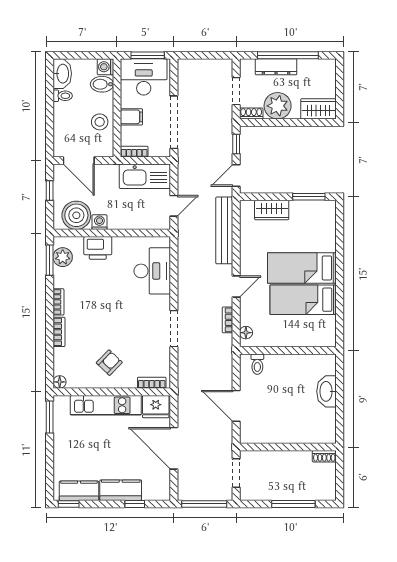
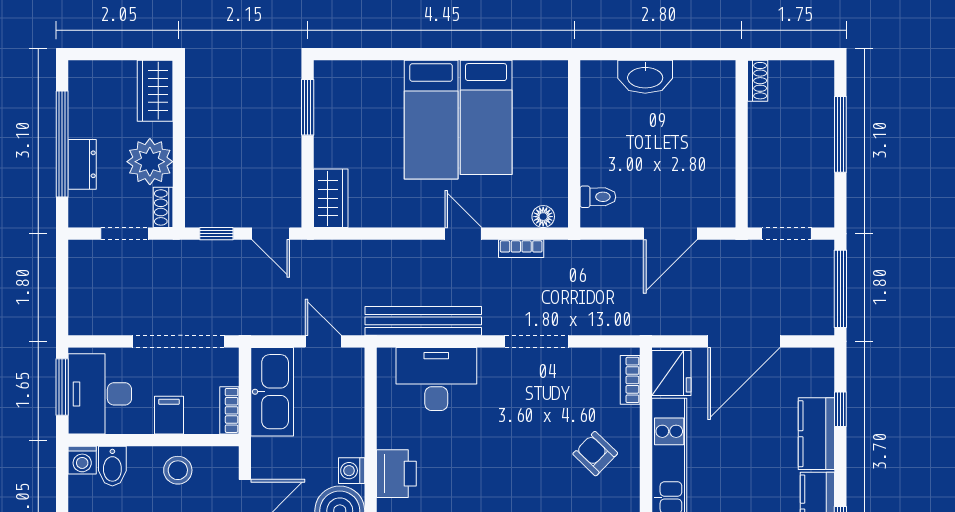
dresser: (276, 67) -> (82, 164), width x0.70
wardrobe: (272, 210) -> (331, 198), moved
bench: (224, 230) -> (423, 321), moved

